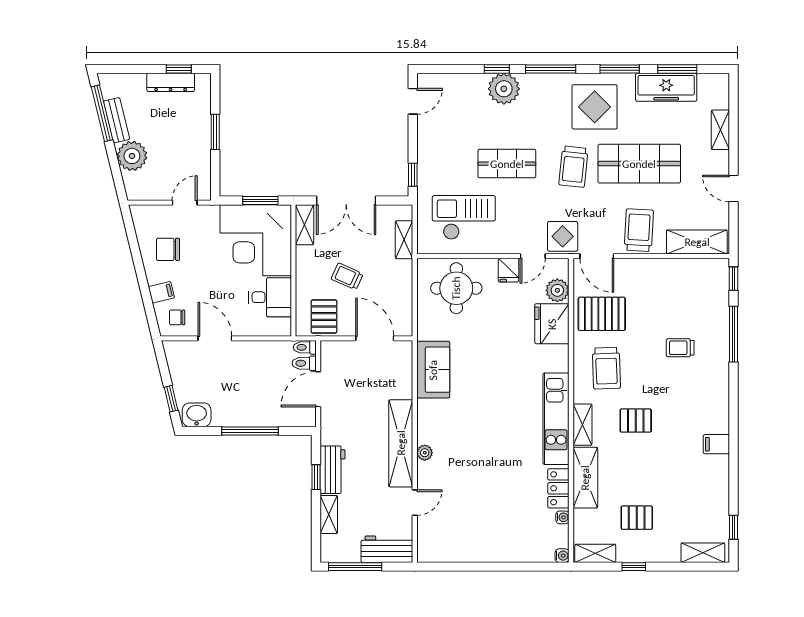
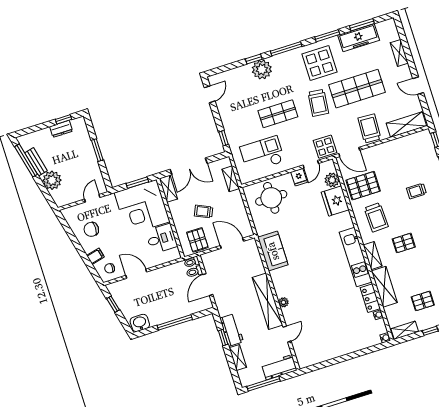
dresser: (171, 82) -> (61, 129), width x0.70
window: (171, 399) -> (113, 304), moved

